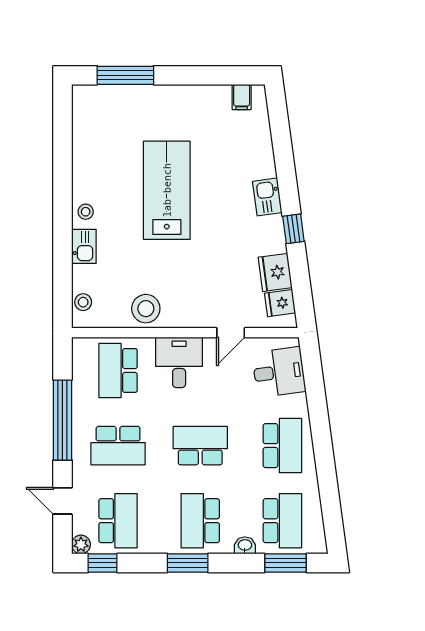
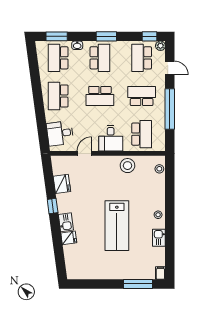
filing cabinet: (242, 97) -> (160, 273), moved
kitchen sink: (84, 246) -> (159, 238), moved
fridge: (280, 303) -> (69, 238), moved

